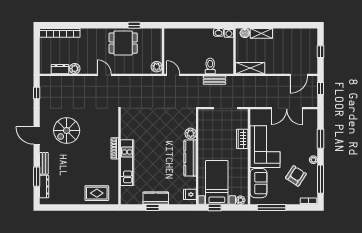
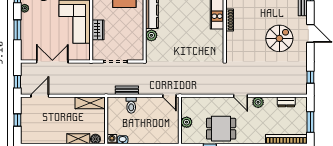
window: (37, 50) -> (310, 122), added
plant: (157, 67) -> (187, 122), moved
plant: (75, 69) -> (258, 102), moved

